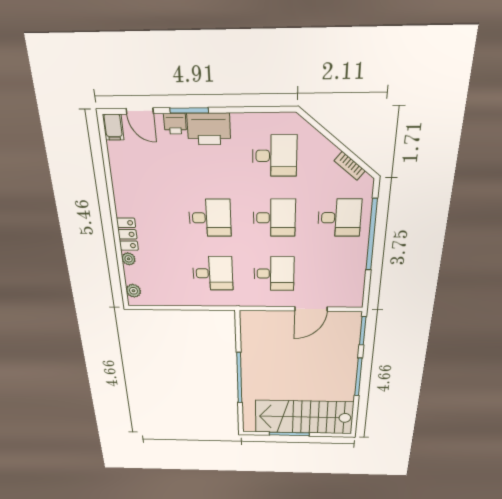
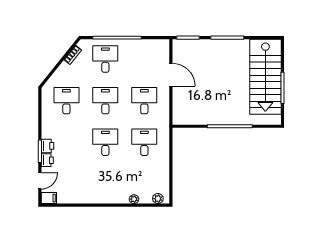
printer: (209, 129) -> (47, 146), width x0.53, depth x0.68
locker: (127, 234) -> (117, 198), removed

